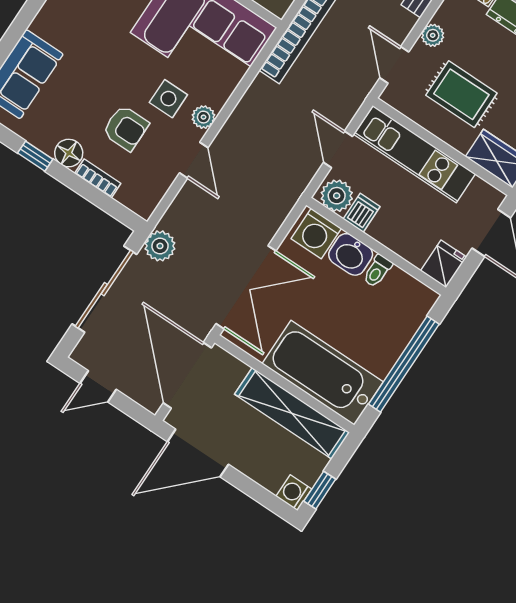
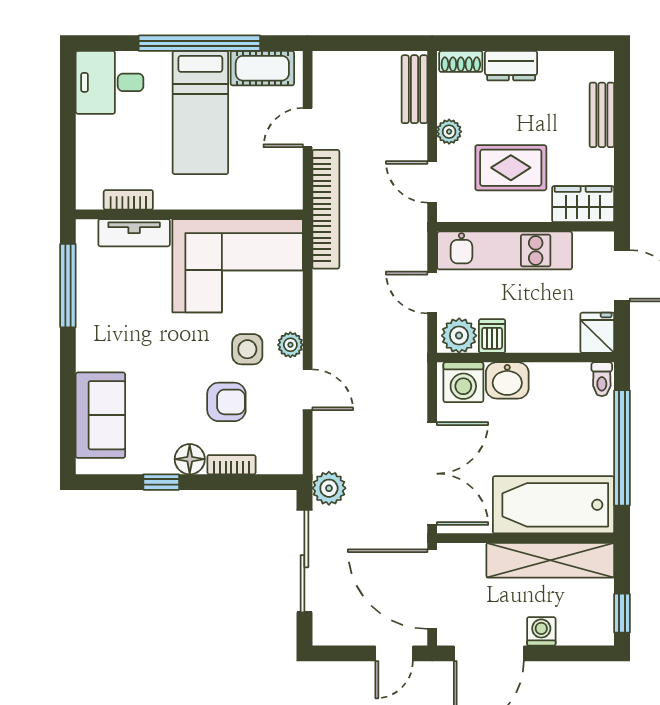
toilet: (377, 271) -> (602, 379), moved
door: (98, 386) -> (394, 653), moved
washing machine: (294, 493) -> (541, 631), moved, turned 90

